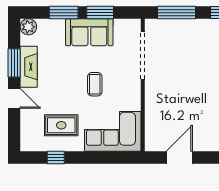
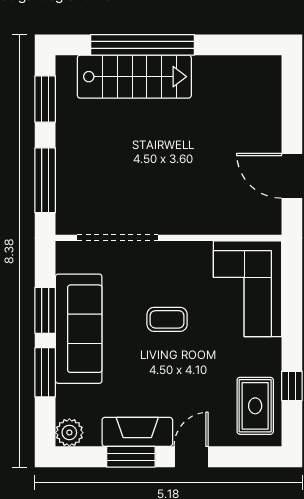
sofa: (89, 32) -> (79, 329), width x1.36
rug: (61, 125) -> (255, 406), moved

